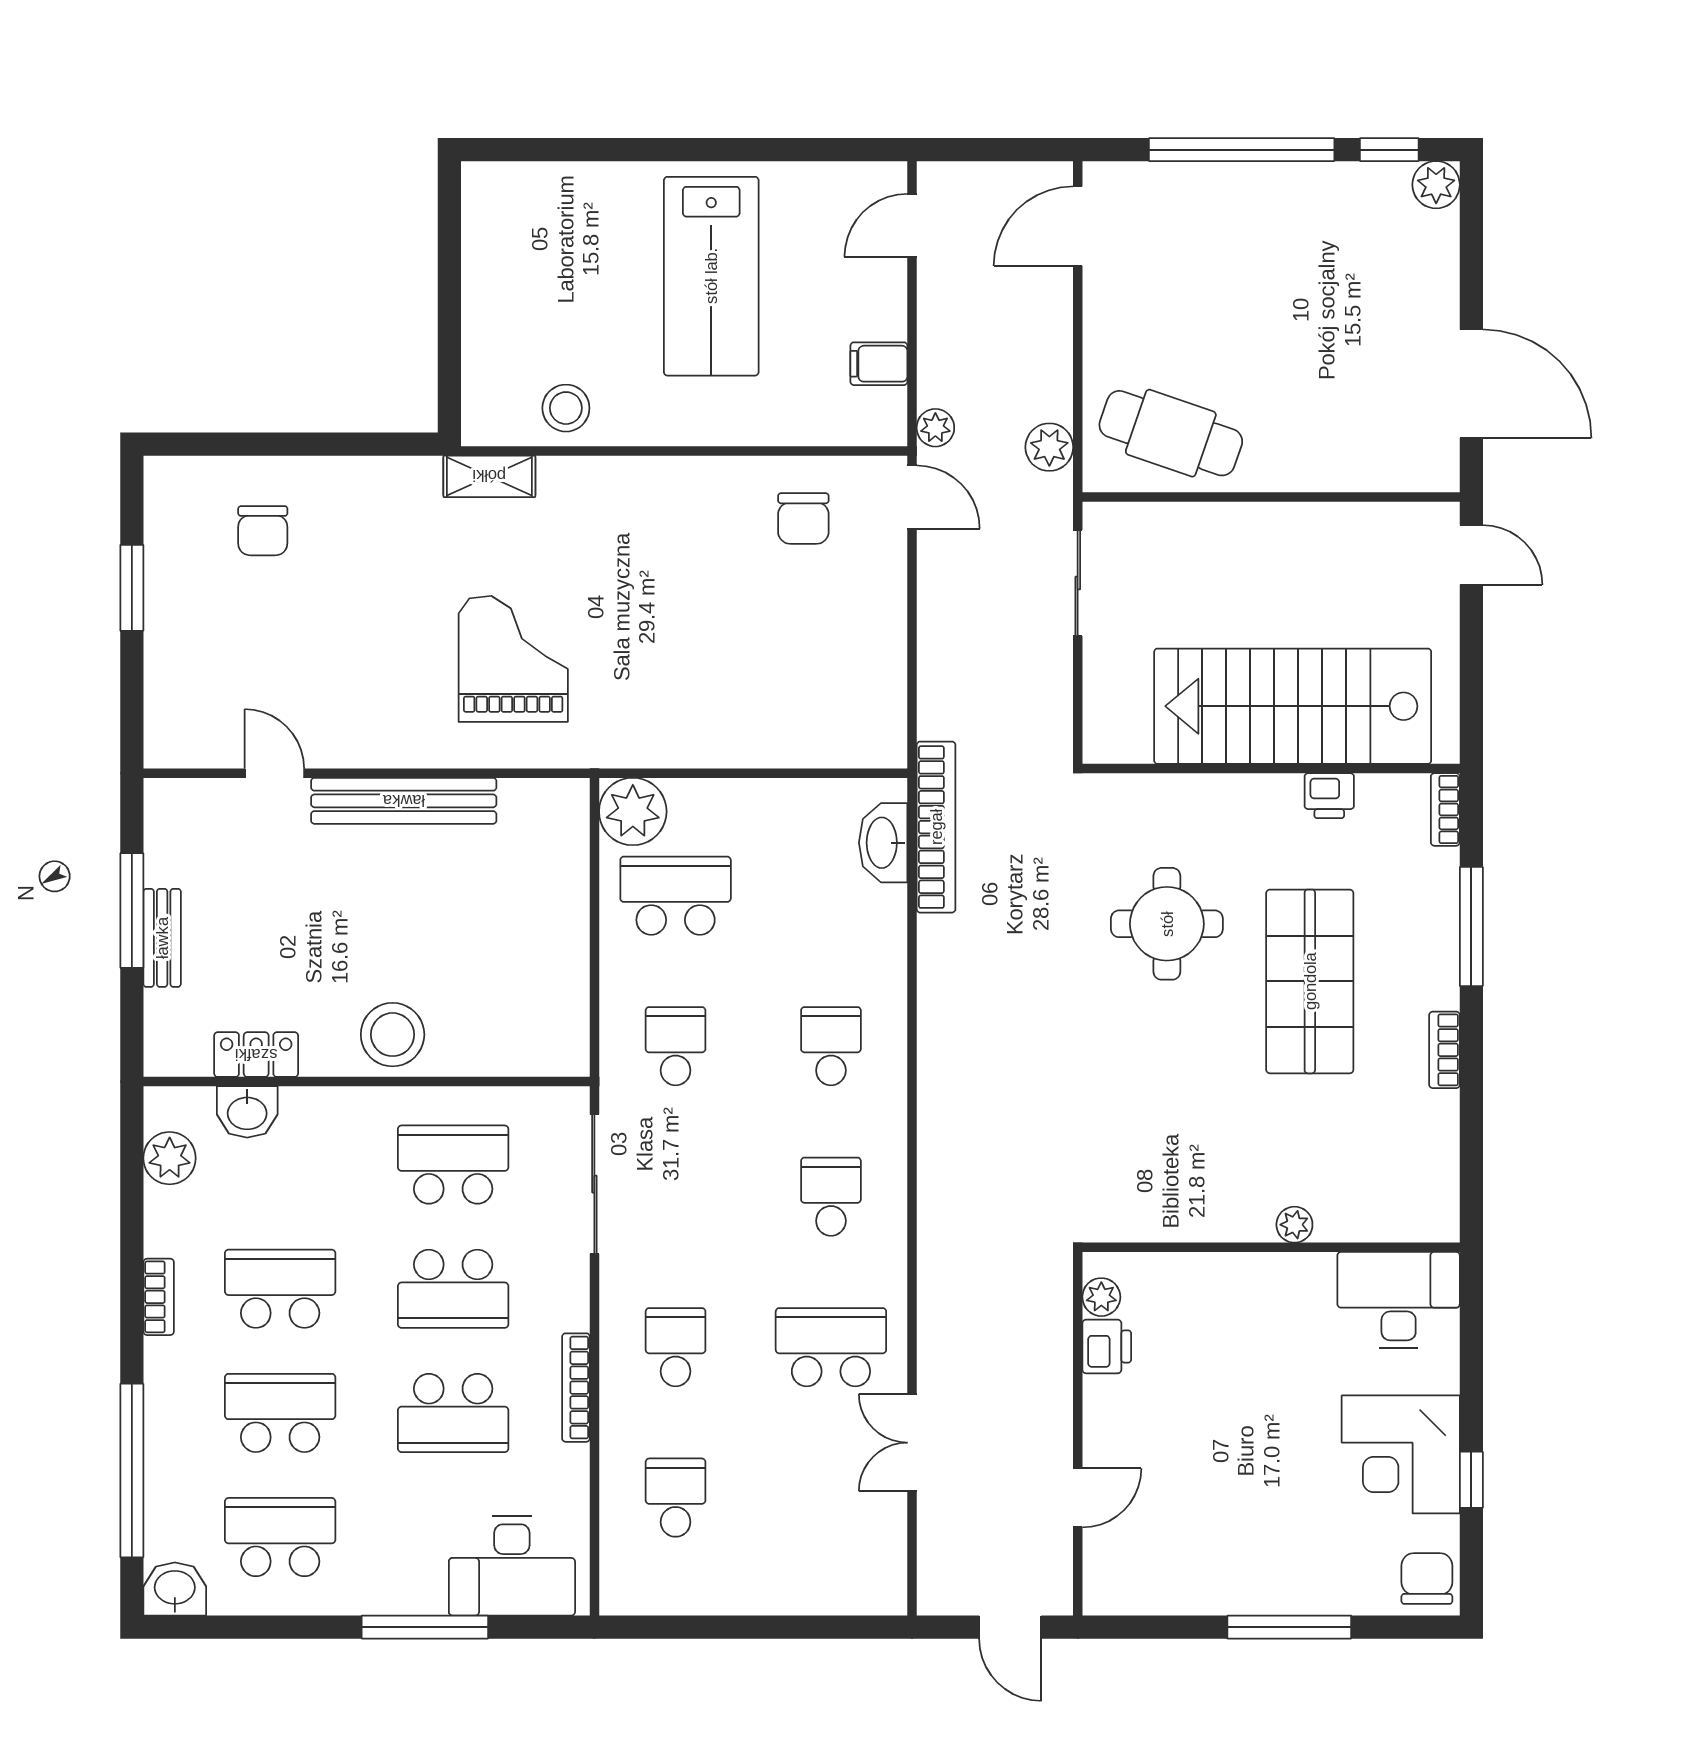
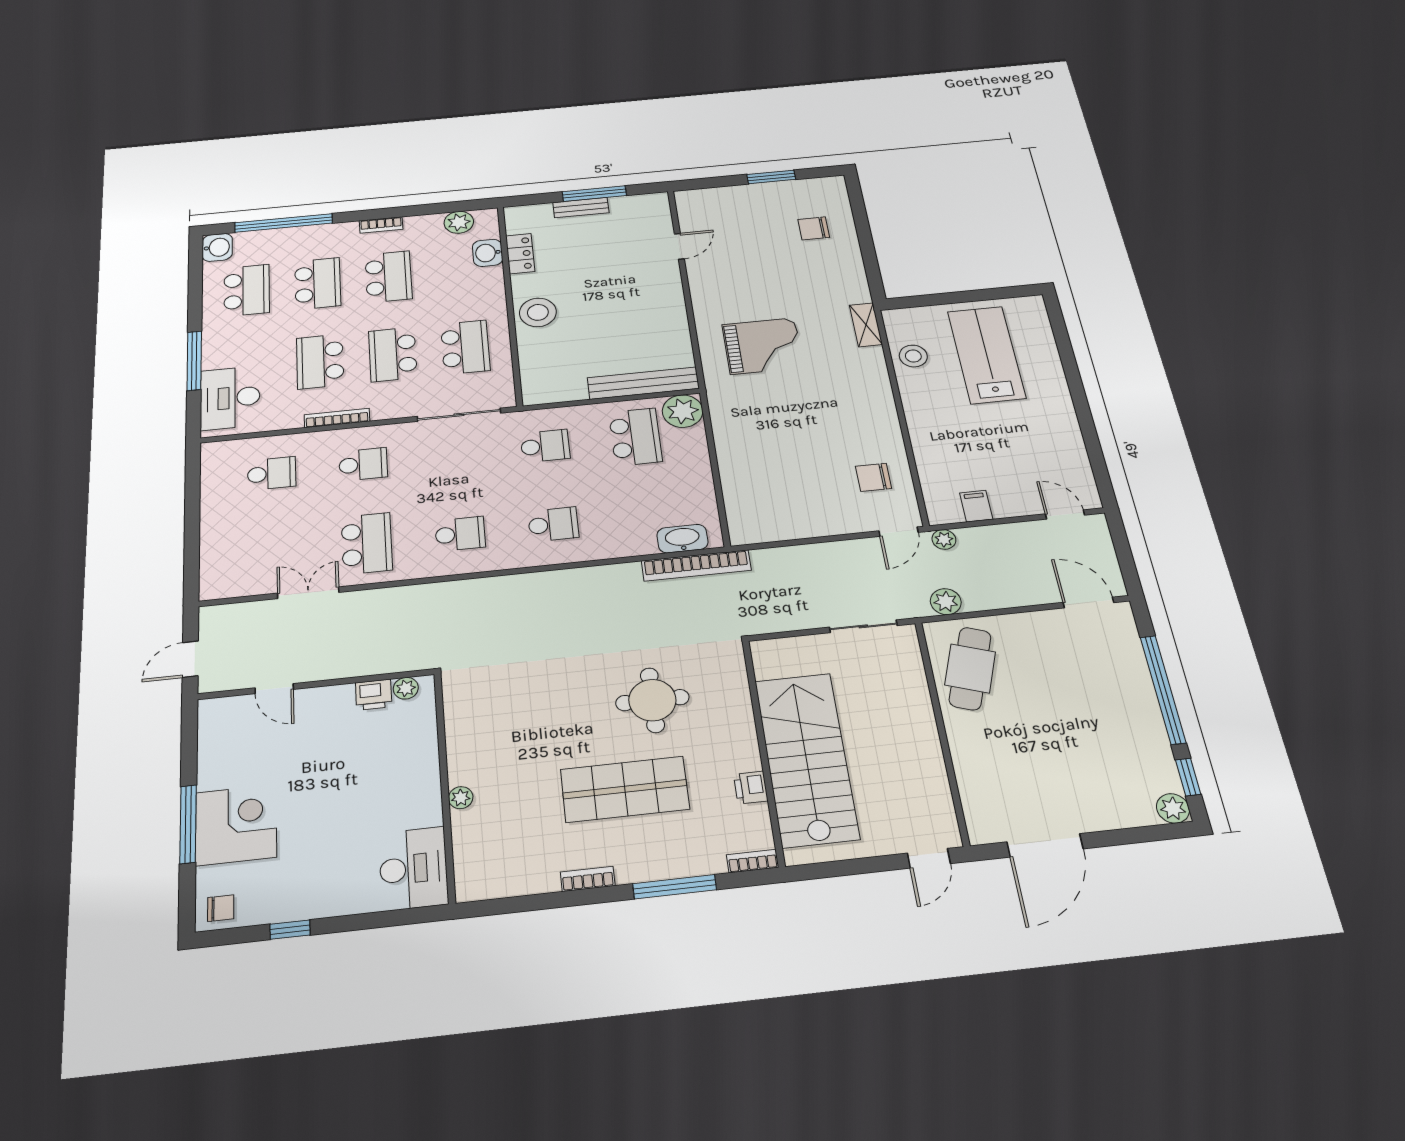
lab bench: (711, 276) -> (986, 355), moved, turned 90
bench: (404, 801) -> (643, 383), moved, turned 90
corner desk: (1401, 1454) -> (236, 825), moved, turned 90
chair: (1427, 1579) -> (221, 908), width x0.73, depth x0.73

